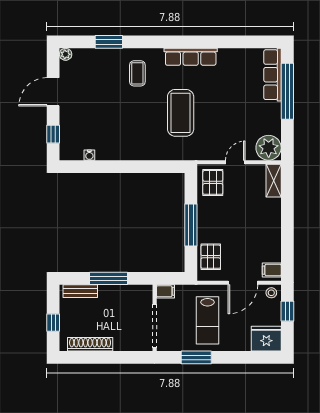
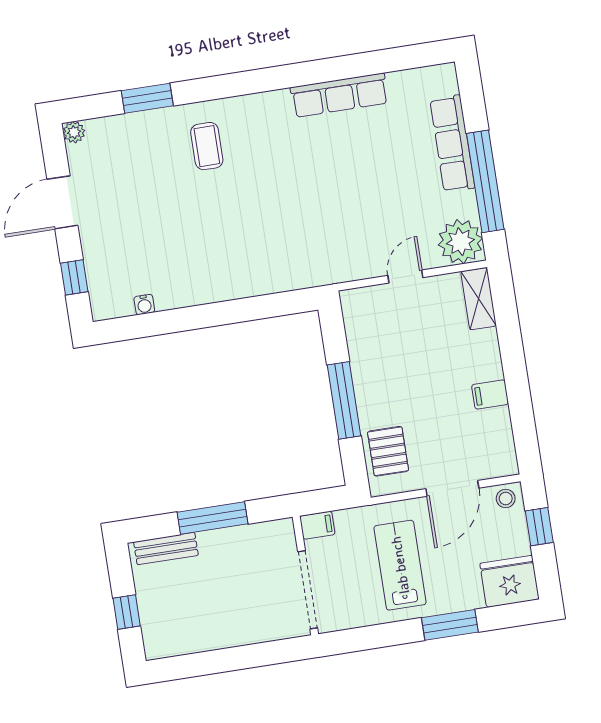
row of seats: (191, 57) -> (339, 95), moved
row of seats: (273, 75) -> (452, 144), moved
window: (287, 91) -> (485, 181), moved
coffee table: (181, 113) -> (295, 204), removed
pallet: (213, 182) -> (371, 319), removed
filing cabinet: (272, 270) -> (490, 394), moved
lab bench: (208, 320) -> (400, 565), turned 180
shoe rack: (90, 344) -> (198, 640), removed
window: (196, 357) -> (450, 625), moved

